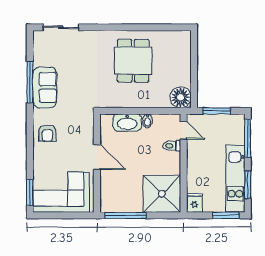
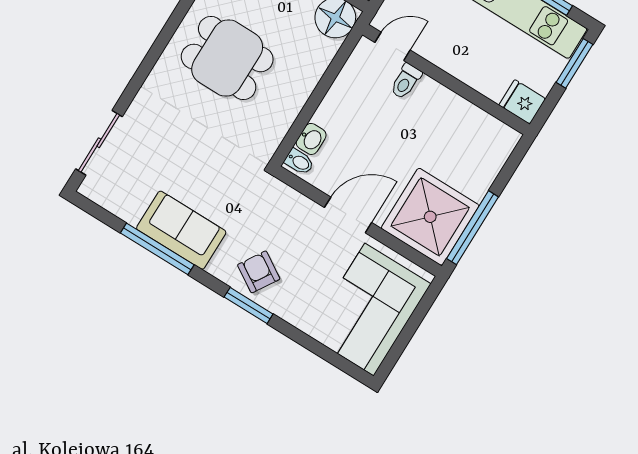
bidet: (147, 121) -> (299, 162), moved
washbasin: (127, 123) -> (311, 139), width x0.52, depth x0.69
armchair: (47, 133) -> (259, 272), turned -148
window: (30, 193) -> (249, 306), moved
shower: (162, 194) -> (430, 217), moved

